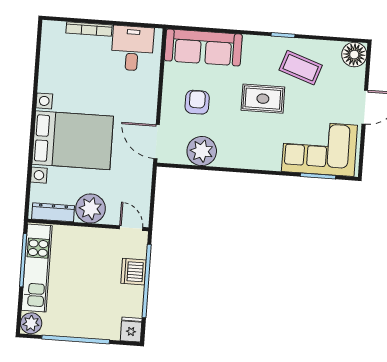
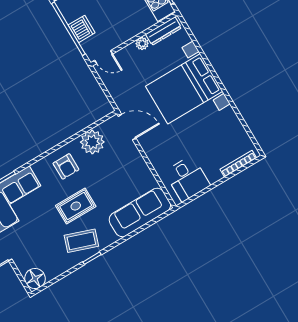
bookcase: (89, 29) -> (238, 164), moved
coffee table: (301, 68) -> (81, 241), moved
armchair: (197, 102) -> (66, 166), moved
plant: (90, 209) -> (142, 44), width x0.53, depth x0.53

